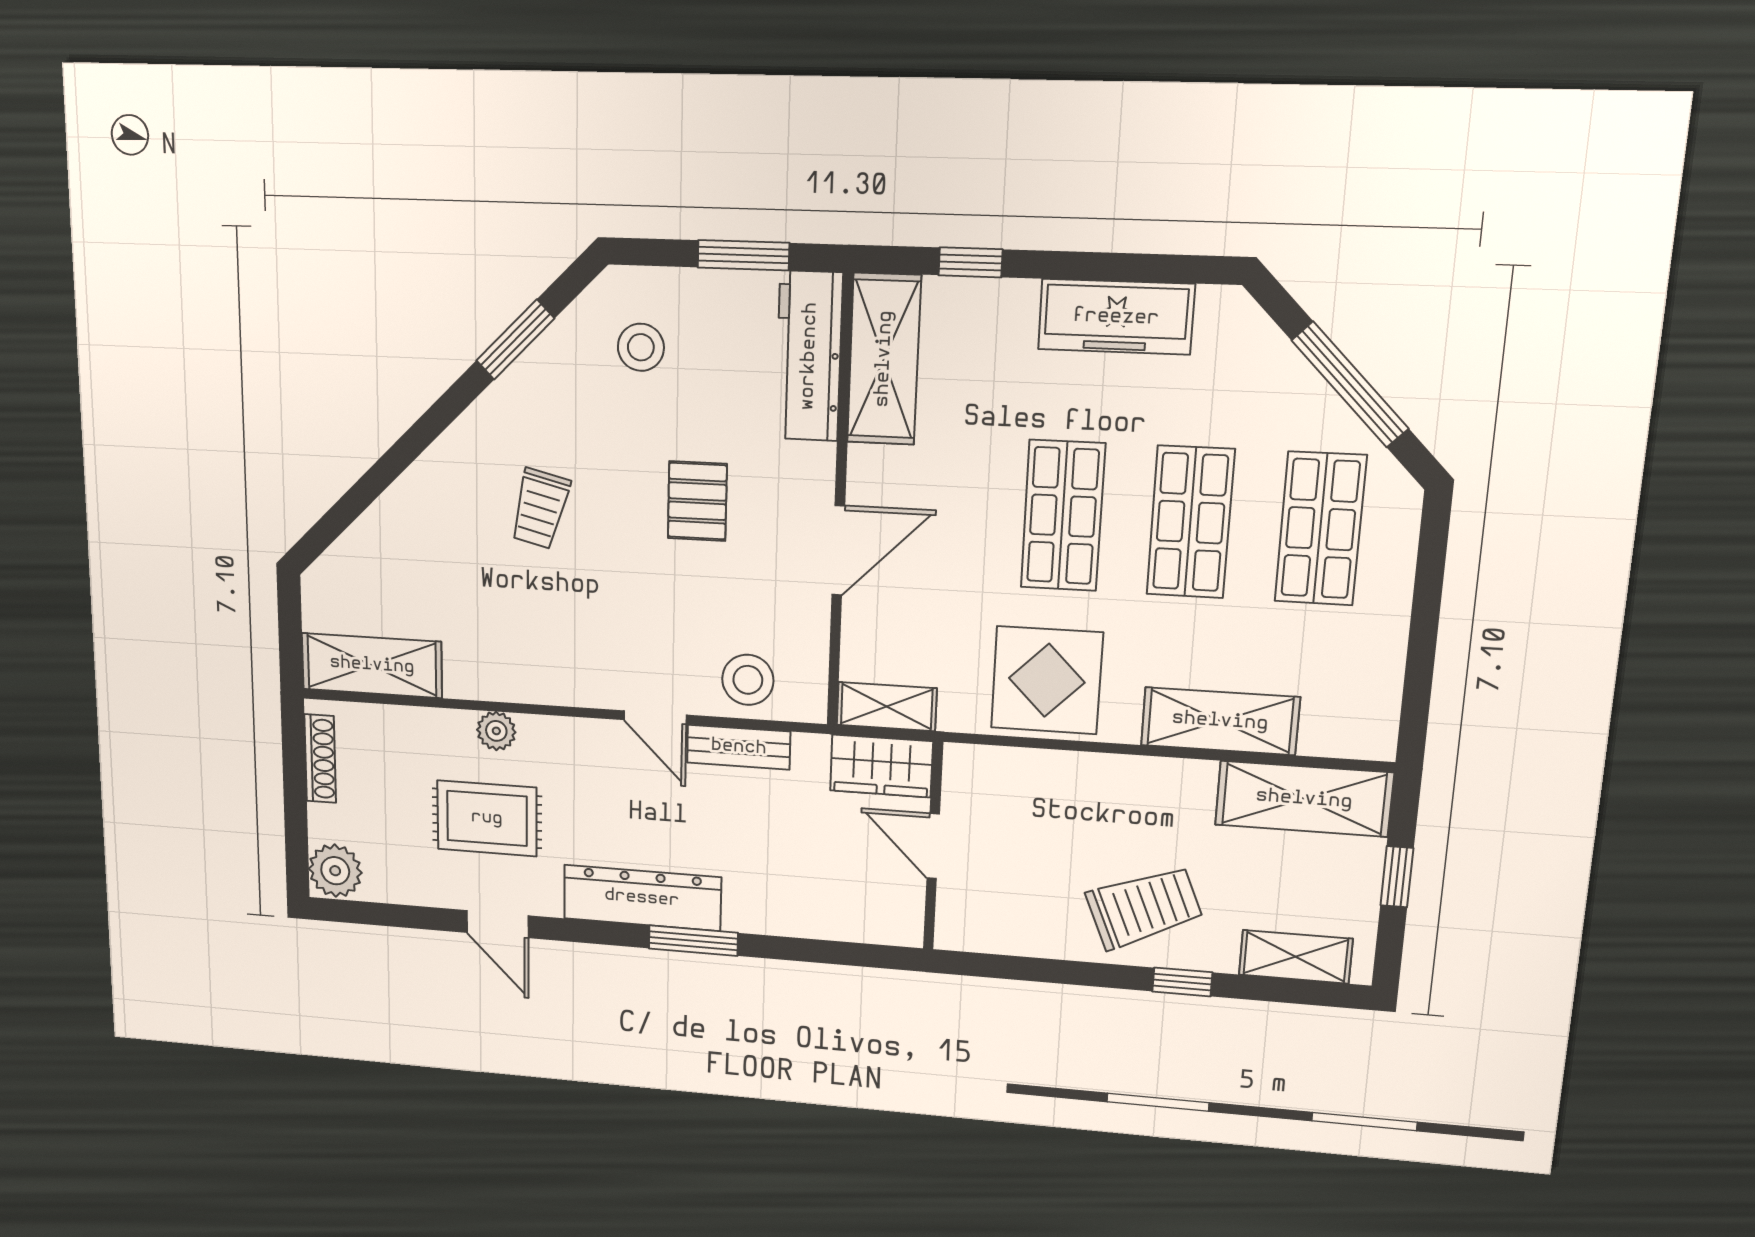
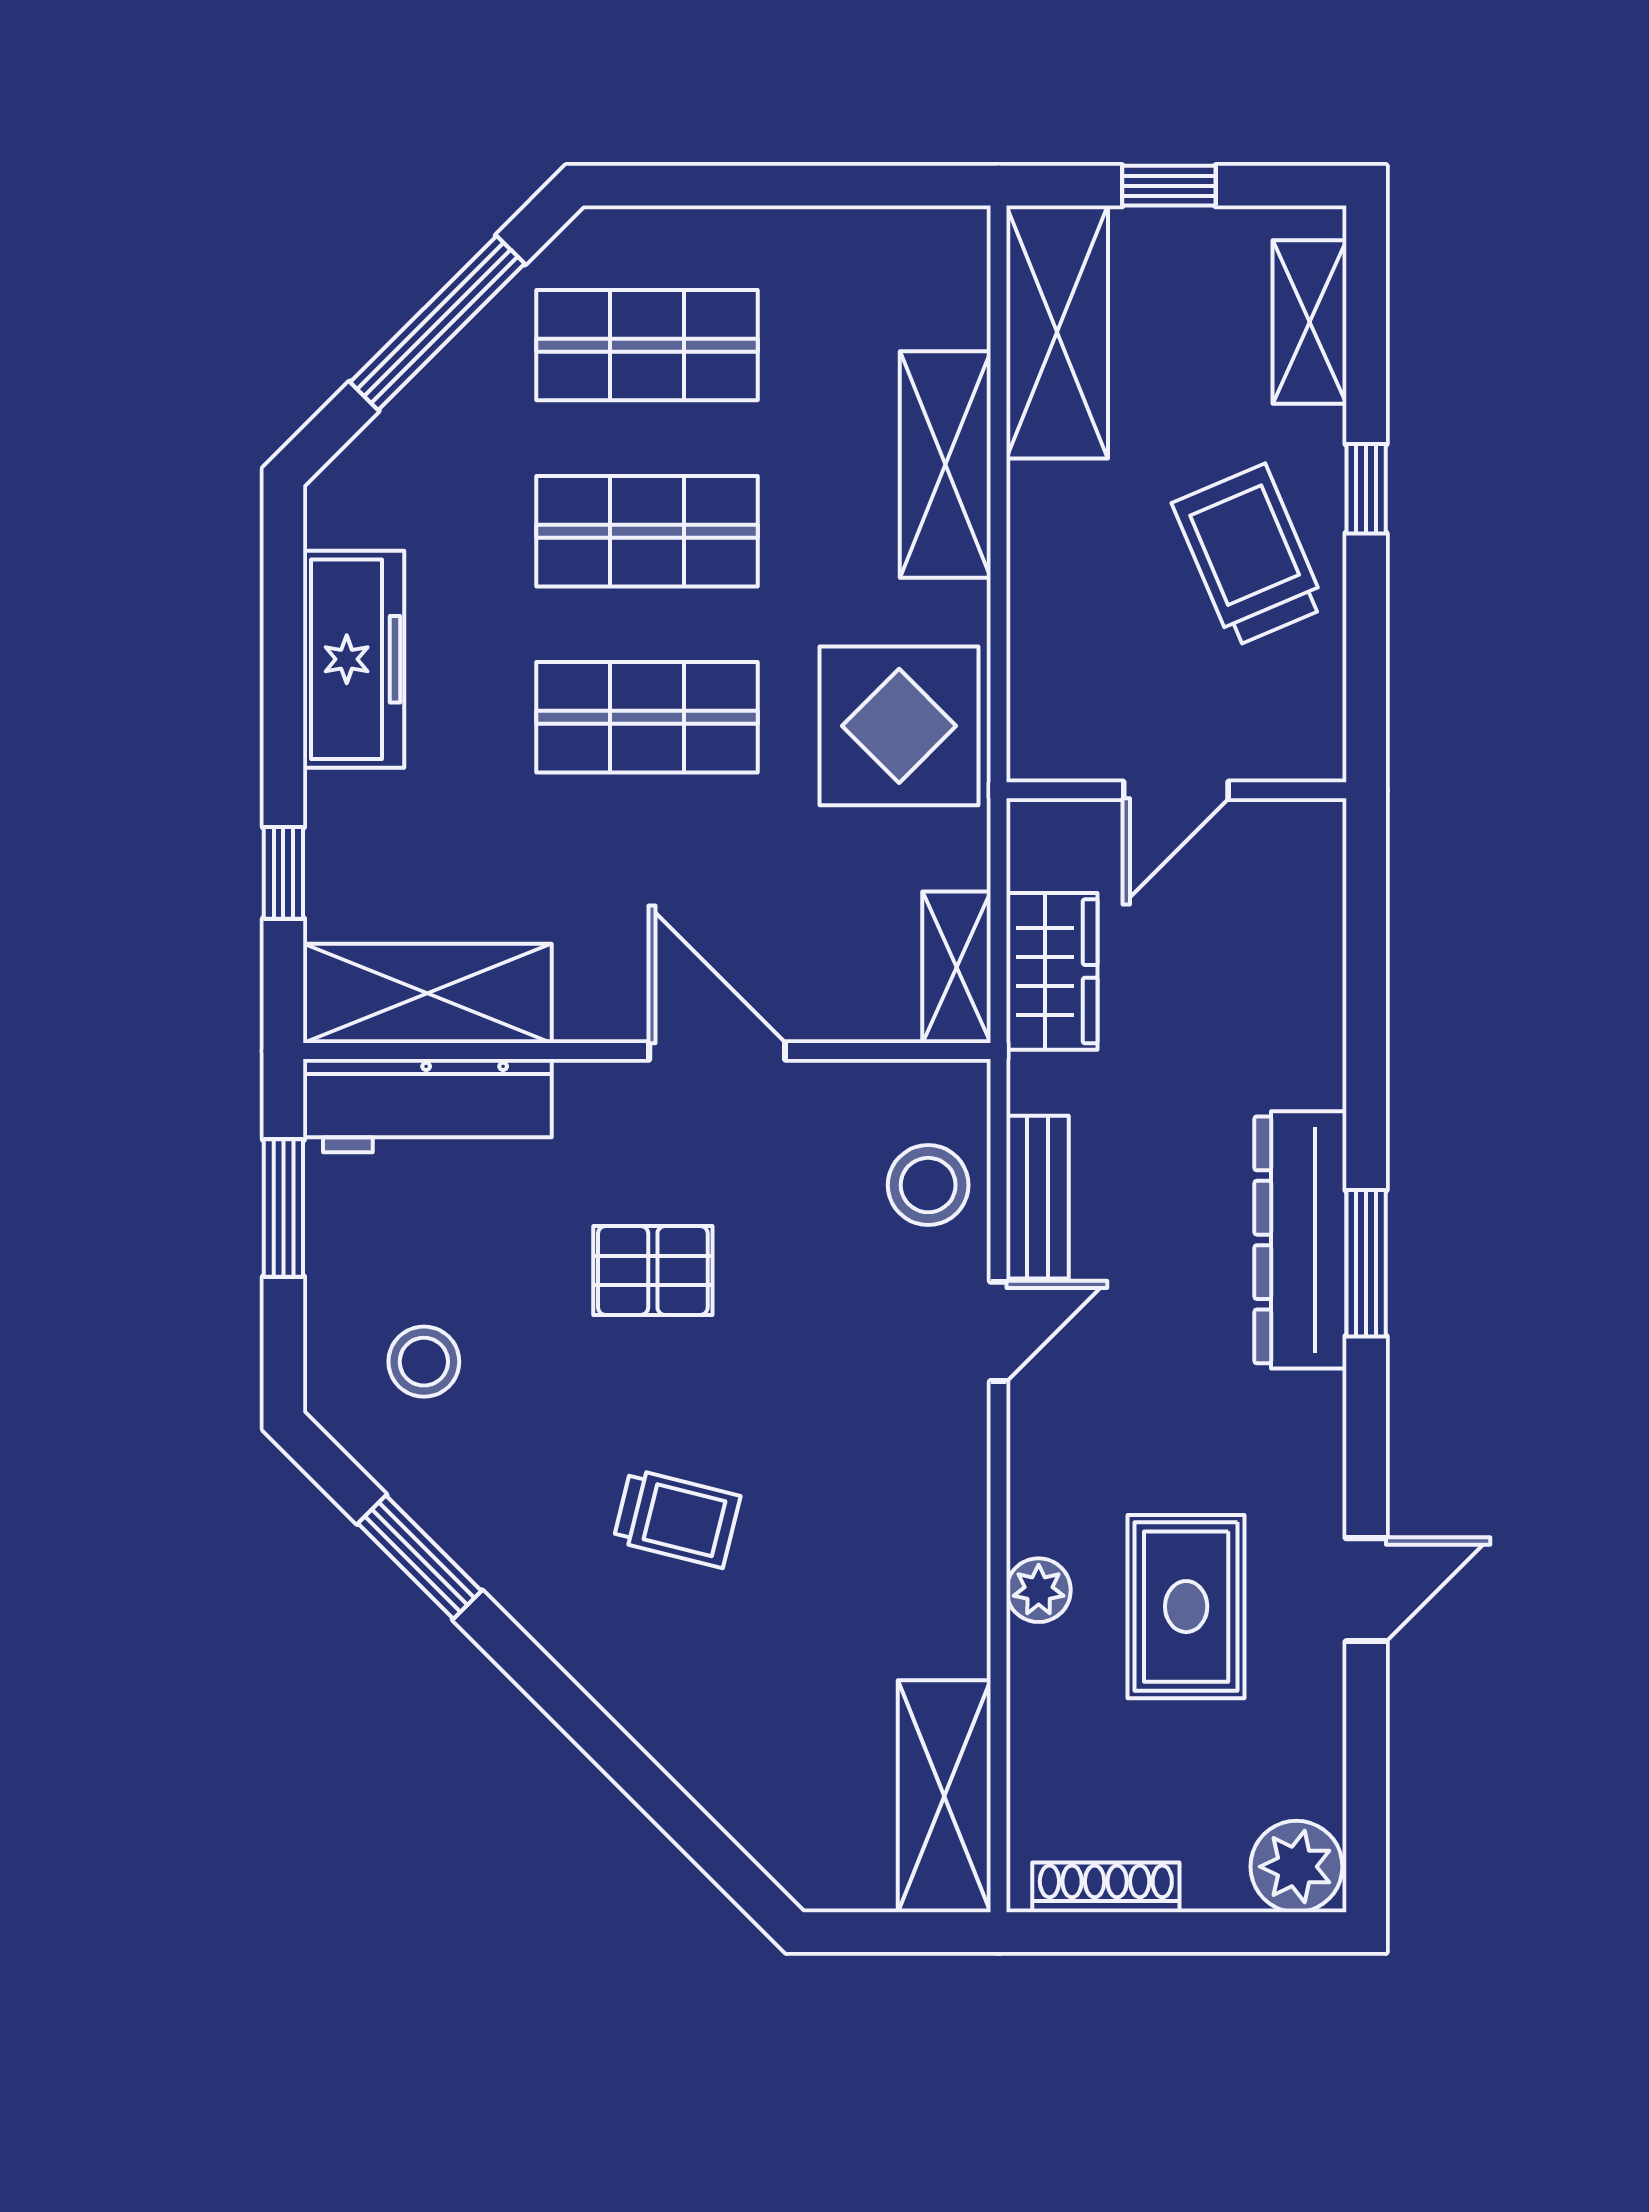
door: (933, 846) -> (1176, 790), moved
wall: (933, 846) -> (1176, 790), moved
dresser: (642, 898) -> (1300, 1240), moved

